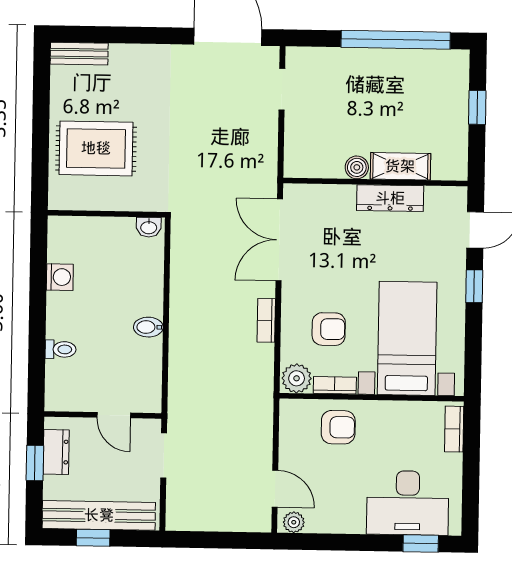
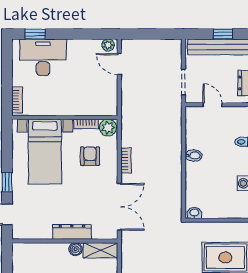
shelving: (400, 166) -> (101, 250), moved
dresser: (390, 198) -> (72, 232), moved
armchair: (329, 329) -> (90, 156), turned 90
armchair: (338, 427) -> (84, 100), removed

